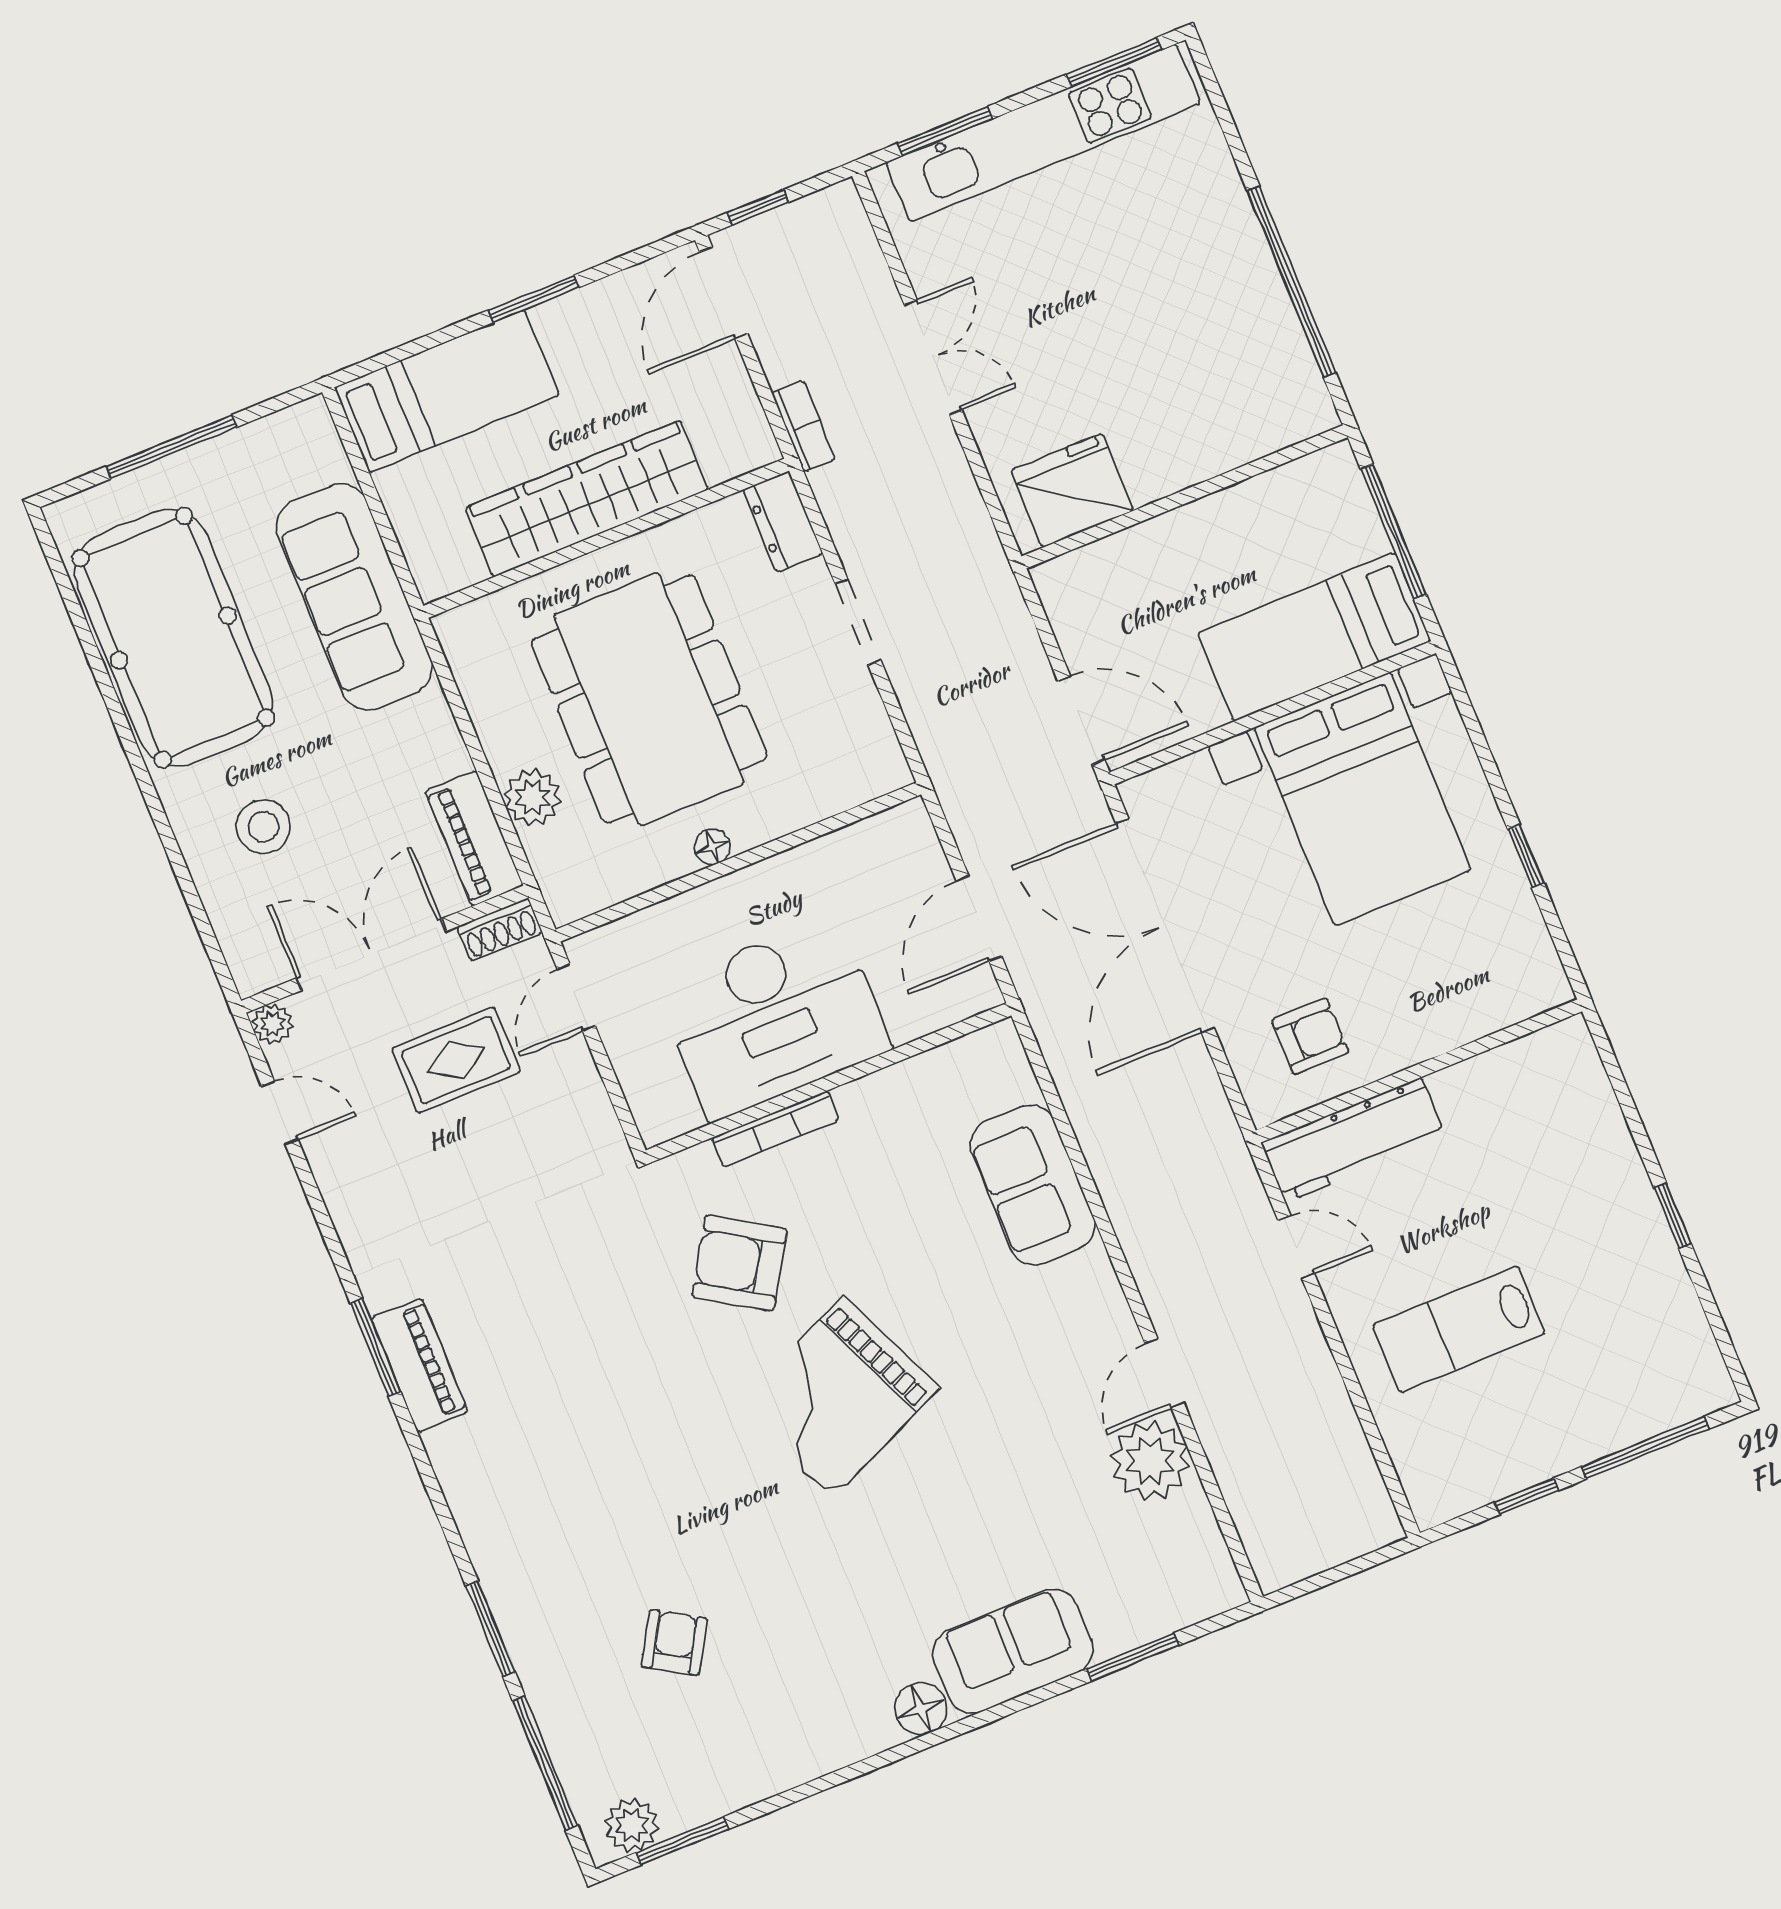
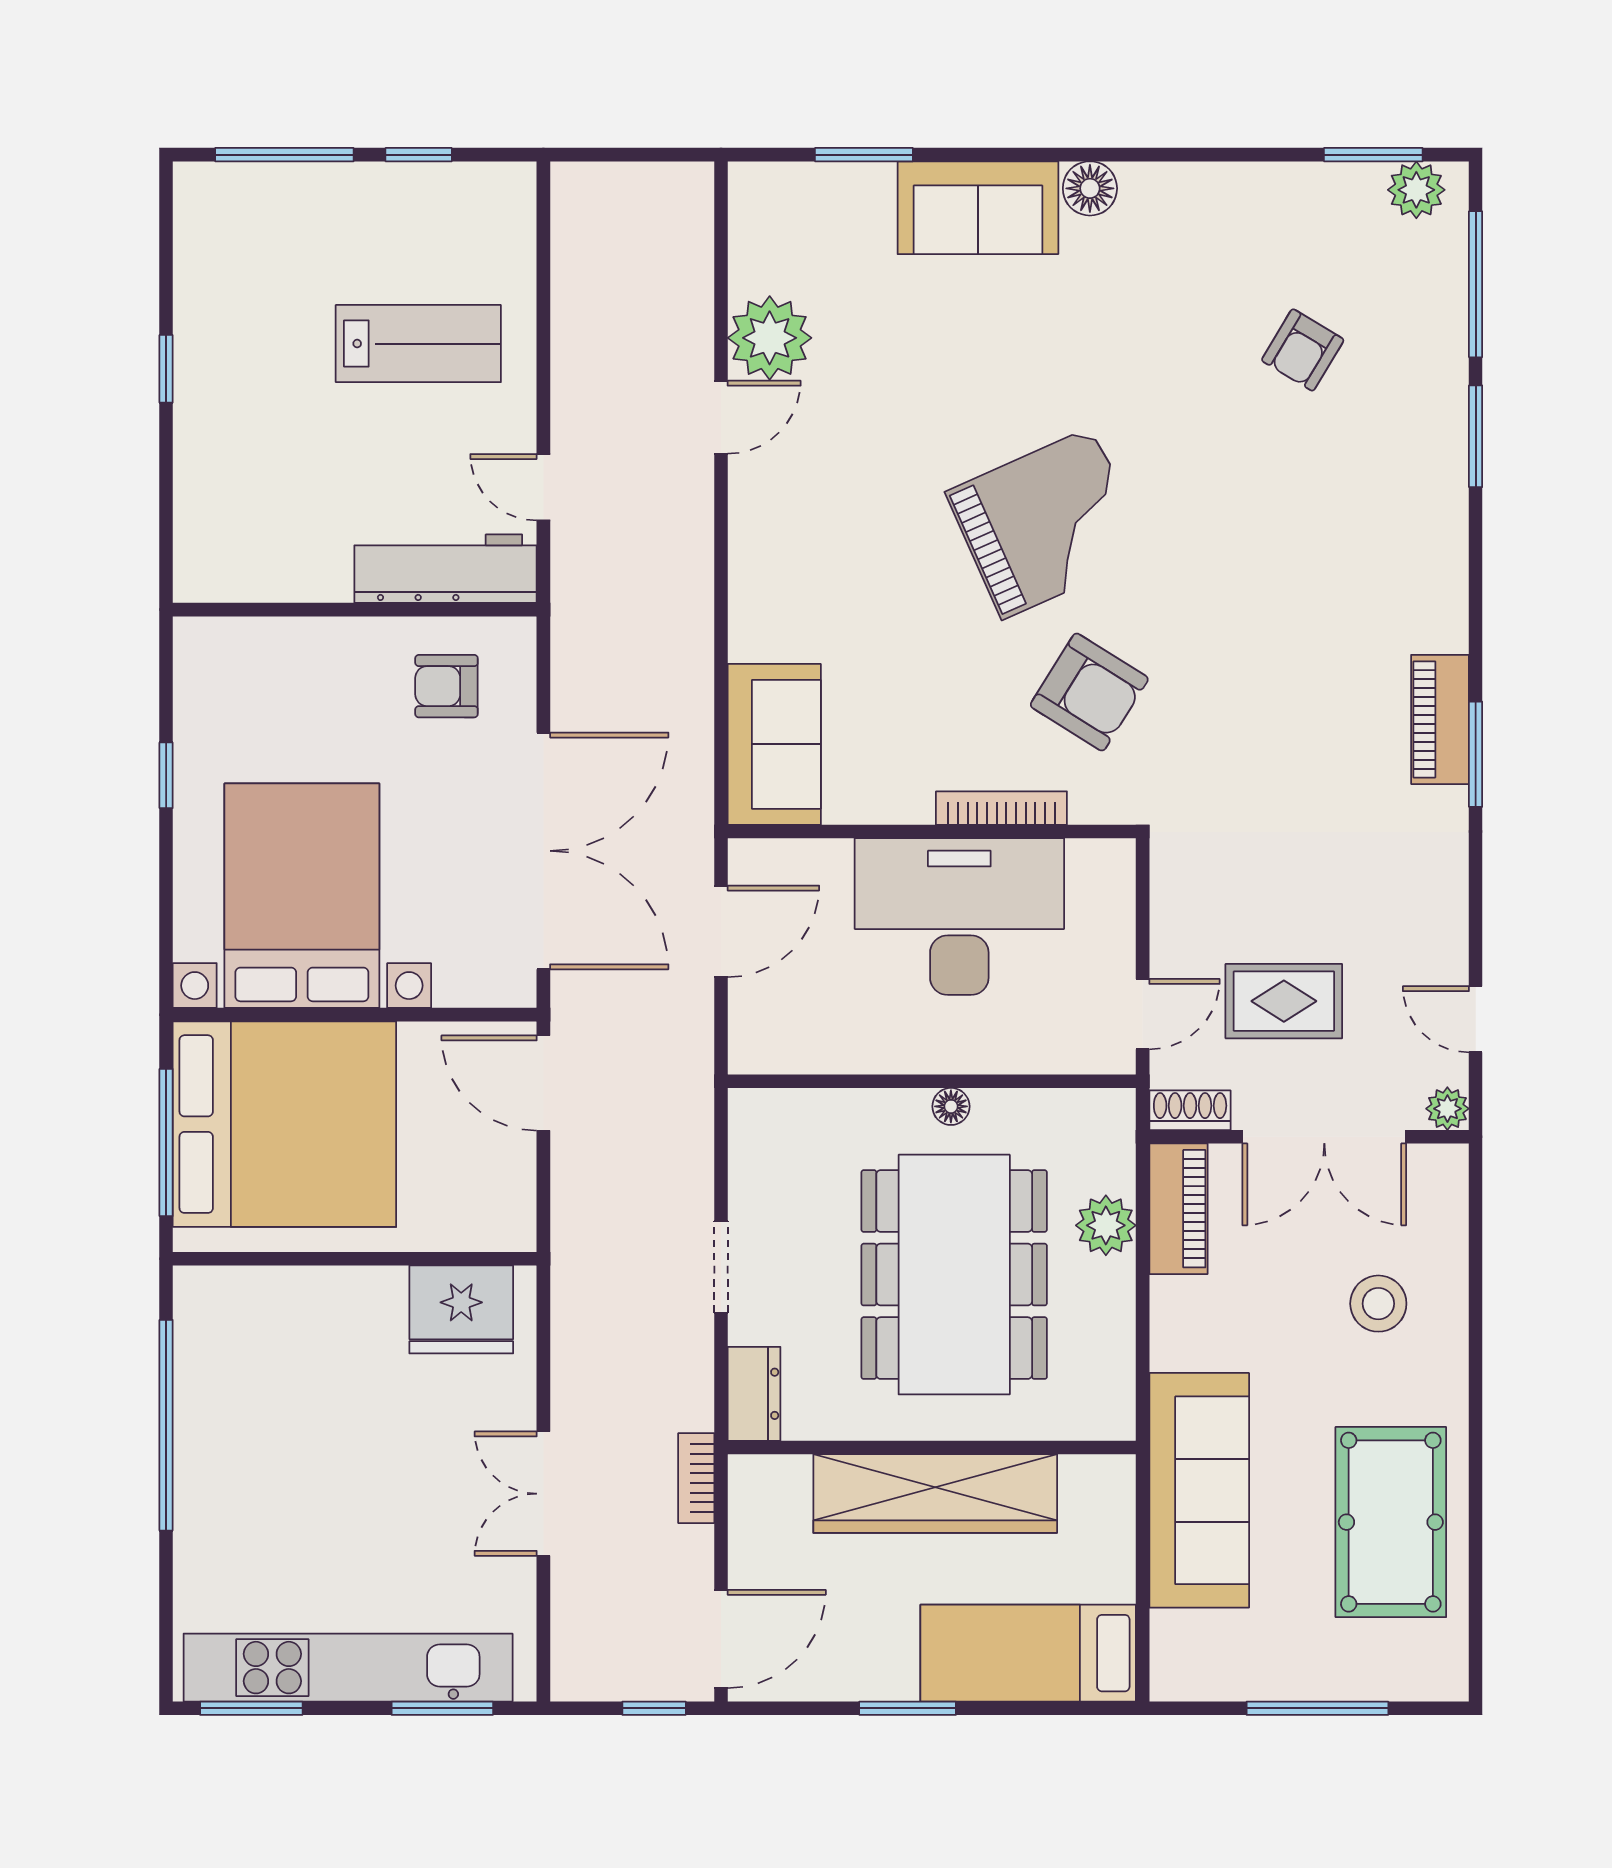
bed: (1314, 637) -> (284, 1124), width x2.04
pool table: (173, 638) -> (1391, 1522), width x0.73, depth x0.76
sofa: (1033, 1185) -> (774, 744), moved

